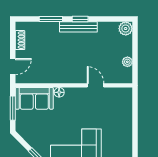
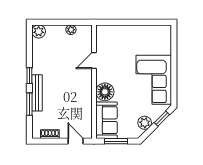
bench: (78, 27) -> (37, 93), moved
floor lamp: (59, 92) -> (105, 92), width x1.89, depth x1.89
plant: (32, 138) -> (145, 123), added

